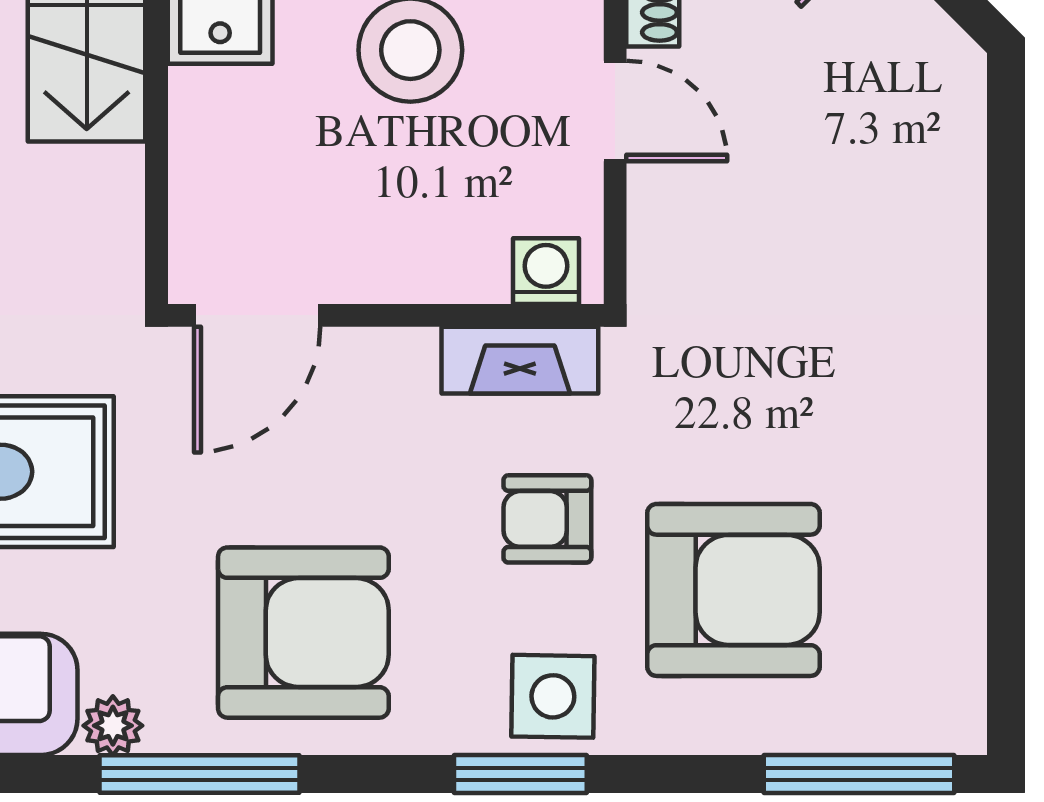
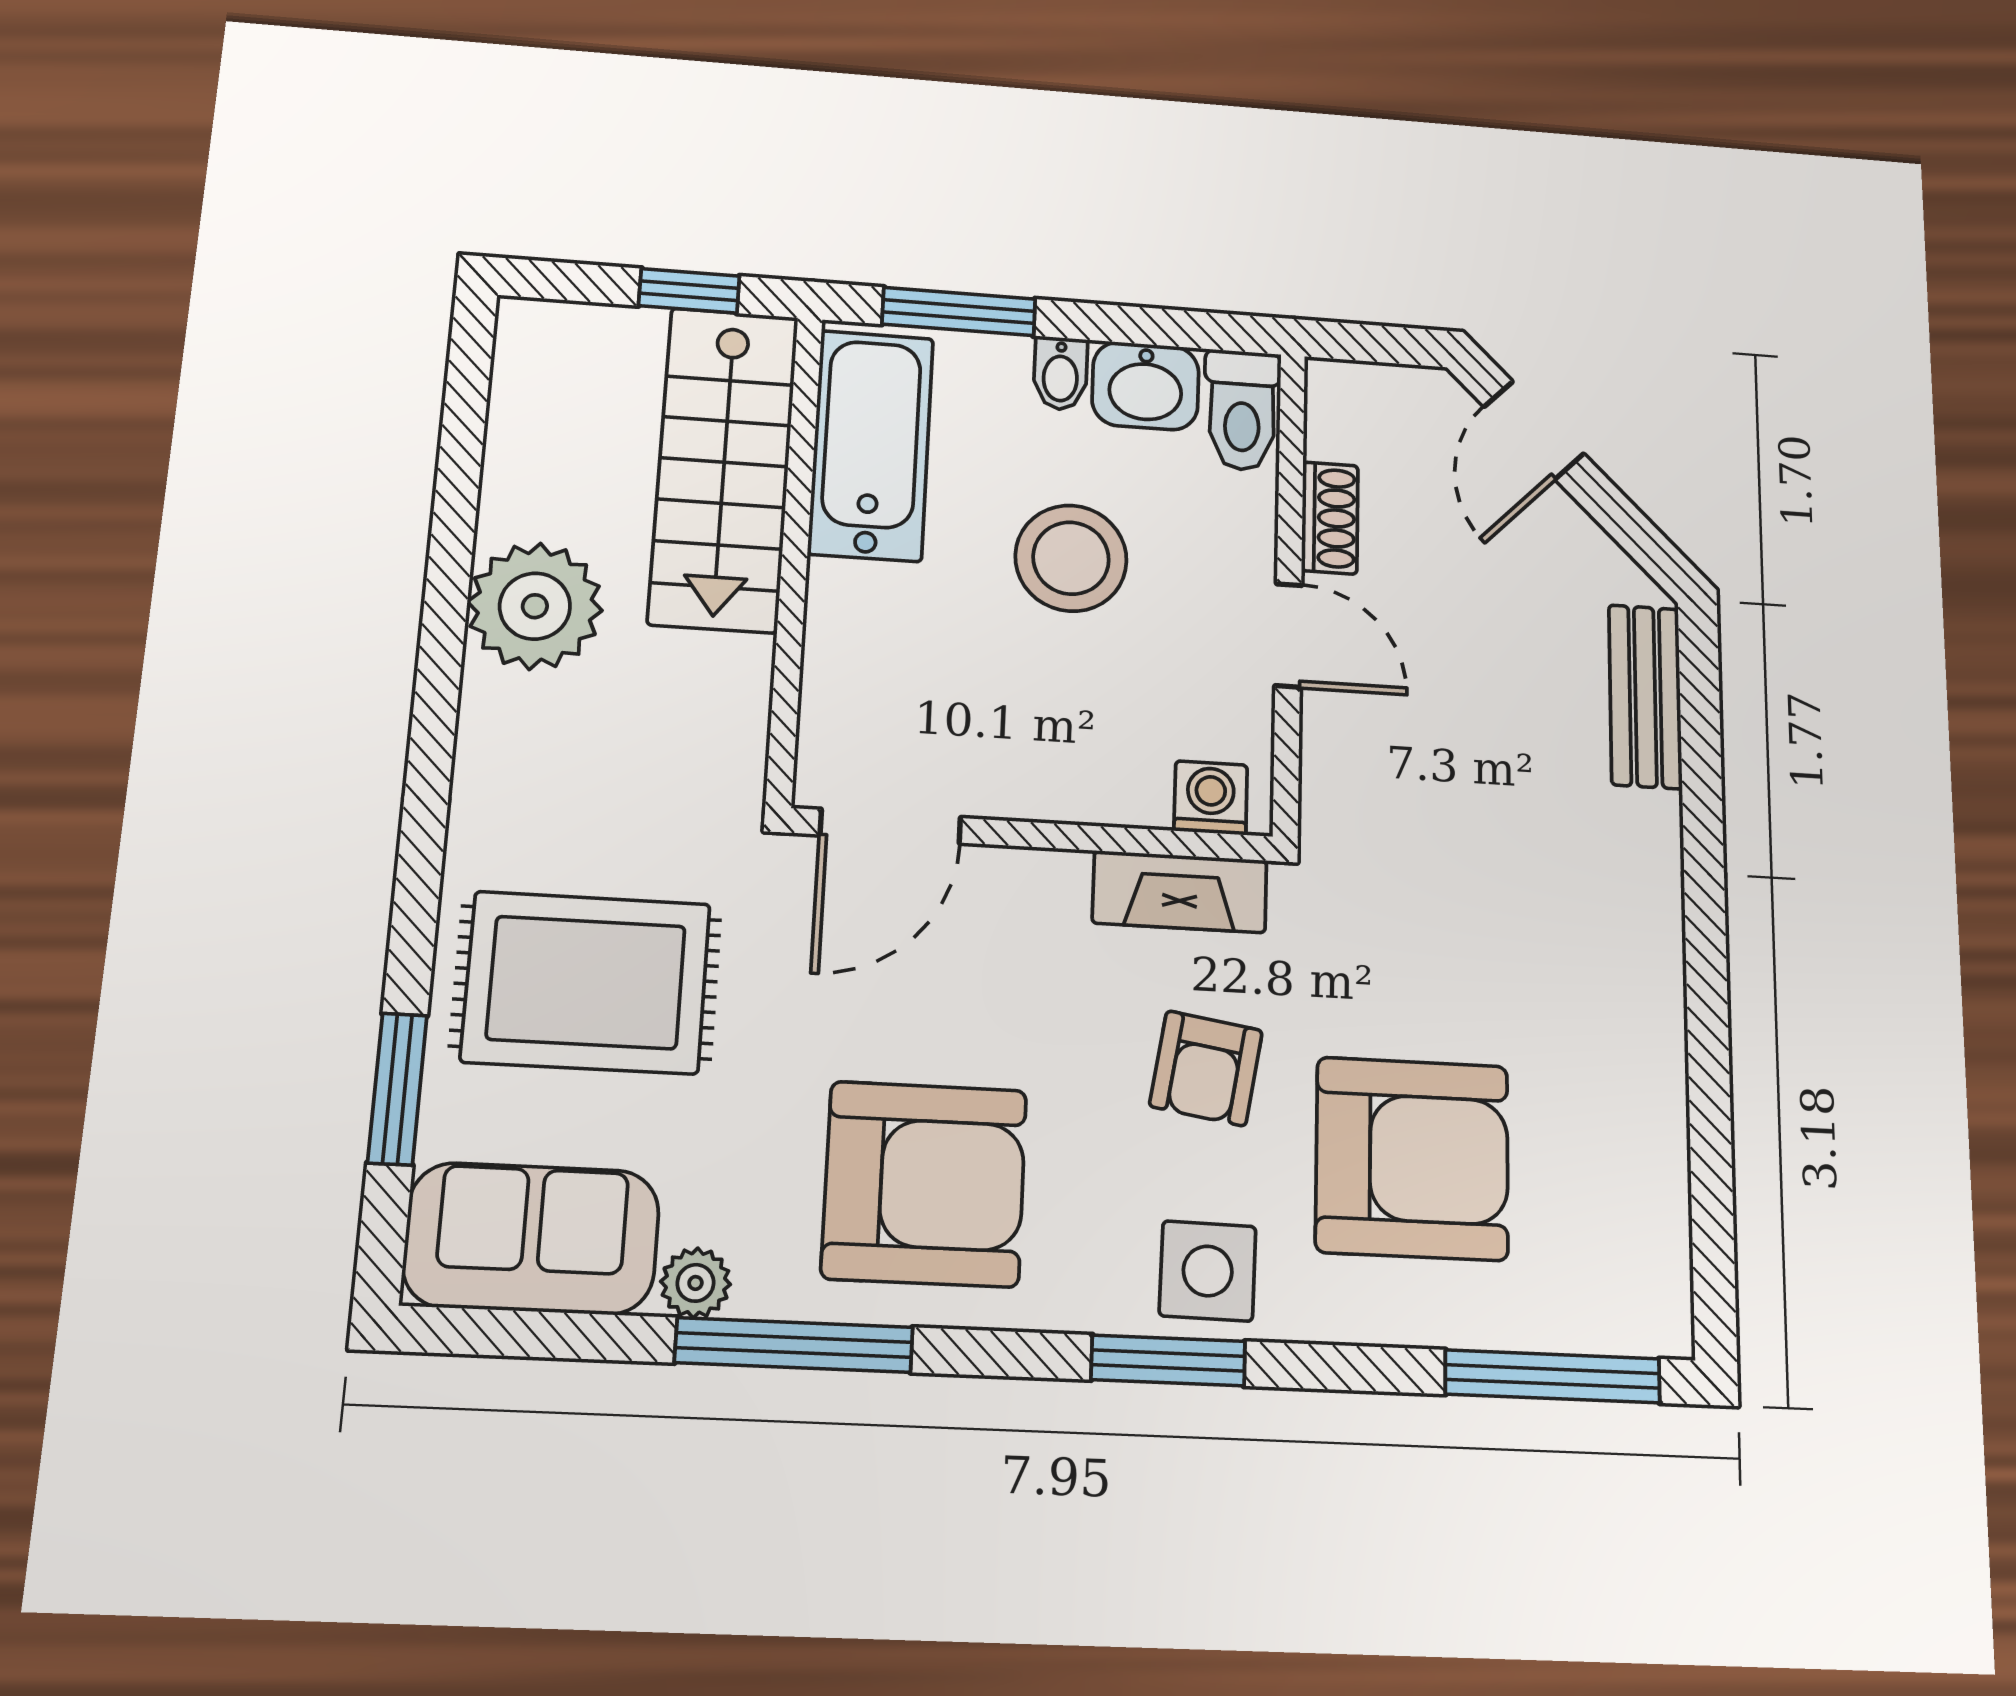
bench: (954, 148) -> (1645, 696), added
armchair: (547, 519) -> (1206, 1068), turned -81

